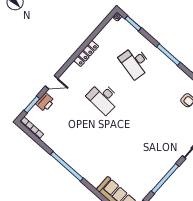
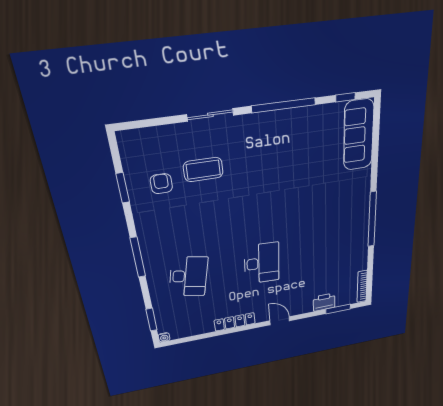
door: (52, 82) -> (280, 321), moved
coffee table: (175, 122) -> (203, 170), added

